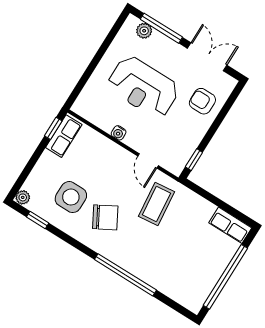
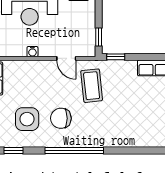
window: (199, 190) -> (116, 57), added
chair: (105, 217) -> (61, 118), turned -151
window: (125, 275) -> (74, 150), moved

